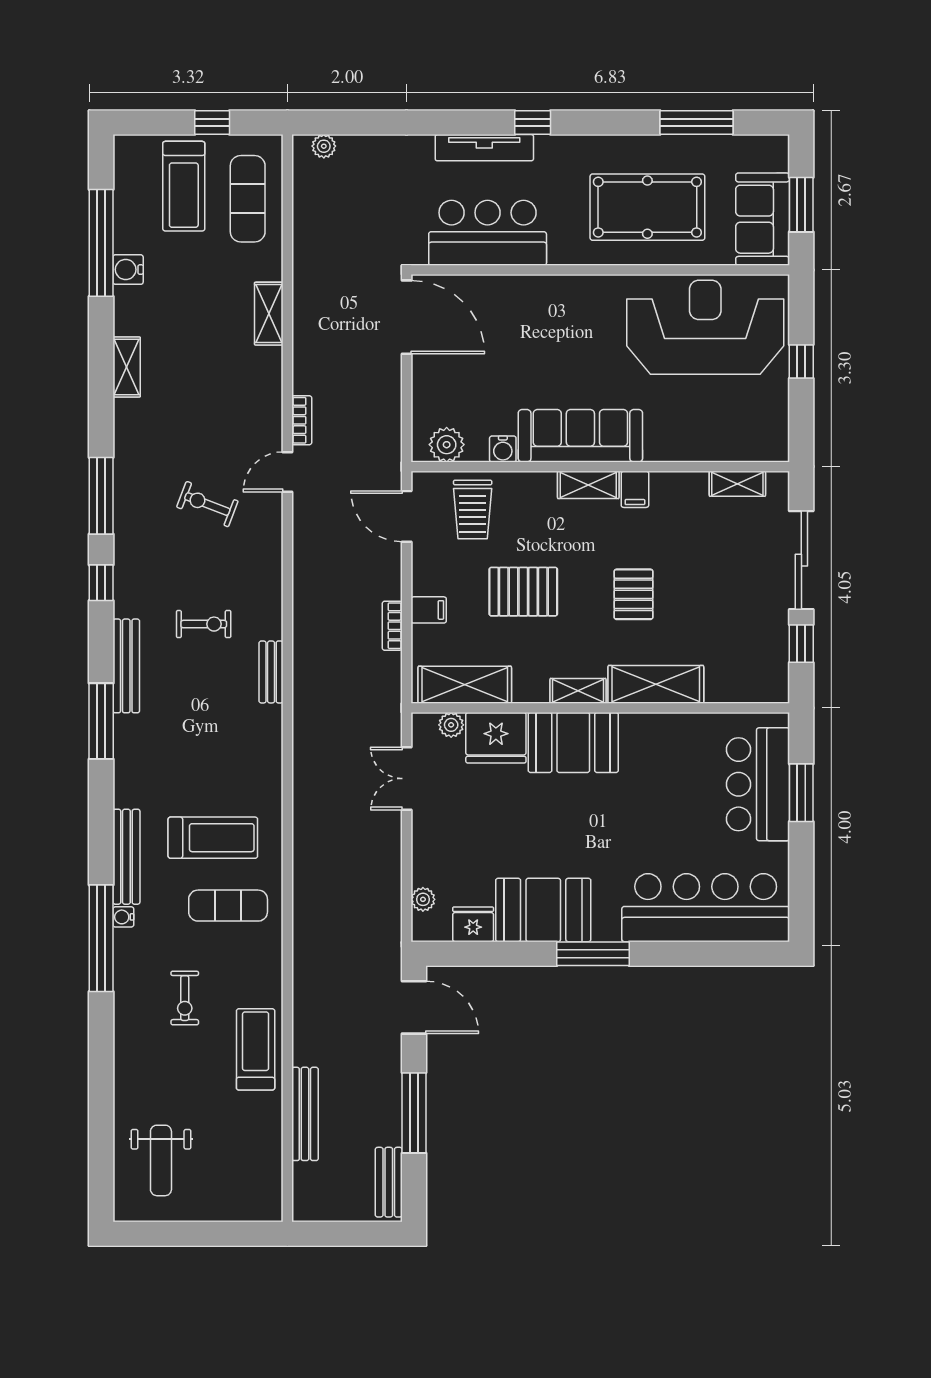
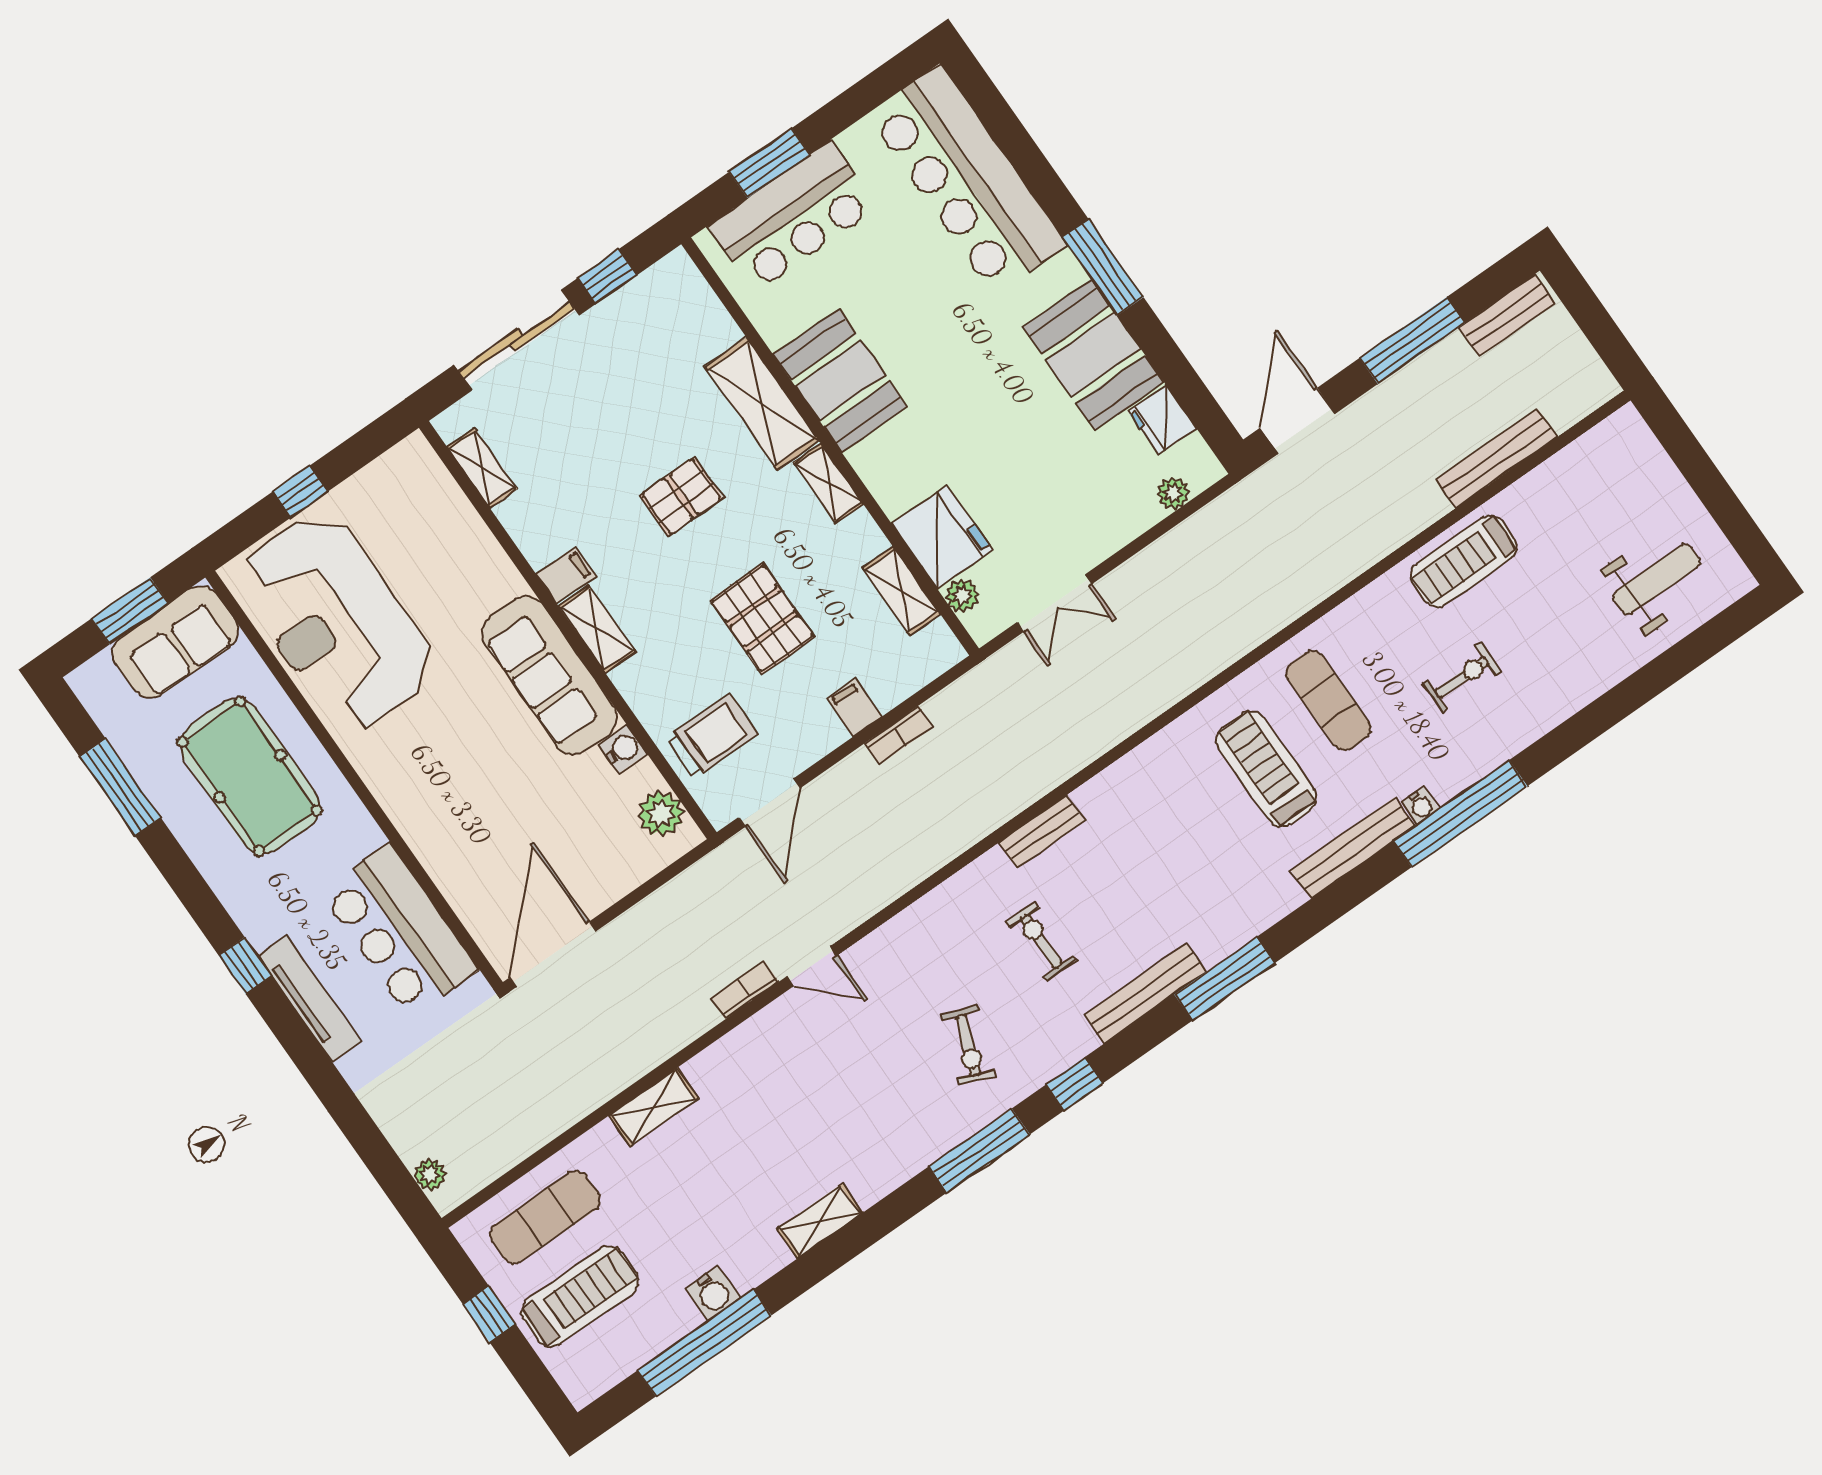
exercise bike: (207, 504) -> (968, 1045), moved
shelving: (465, 685) -> (901, 591), width x0.67, depth x0.75
booth: (573, 743) -> (840, 380), moved

